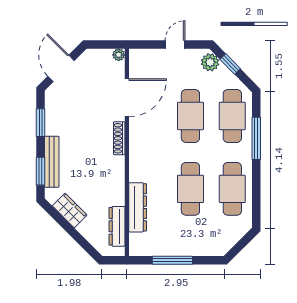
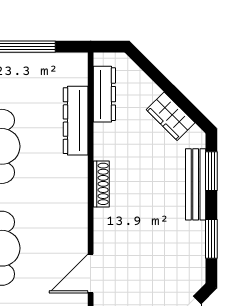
door: (127, 98) -> (91, 274), width x0.73
shoe rack: (119, 138) -> (101, 184), moved

